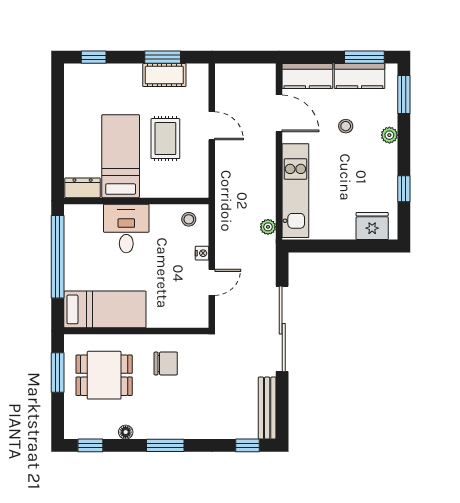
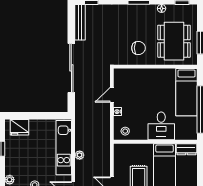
plant: (268, 227) -> (80, 155), moved
bed: (105, 309) -> (187, 92), moved, turned -90
chair: (166, 363) -> (138, 48), turned 180
dining table: (104, 375) -> (174, 41), width x1.38

